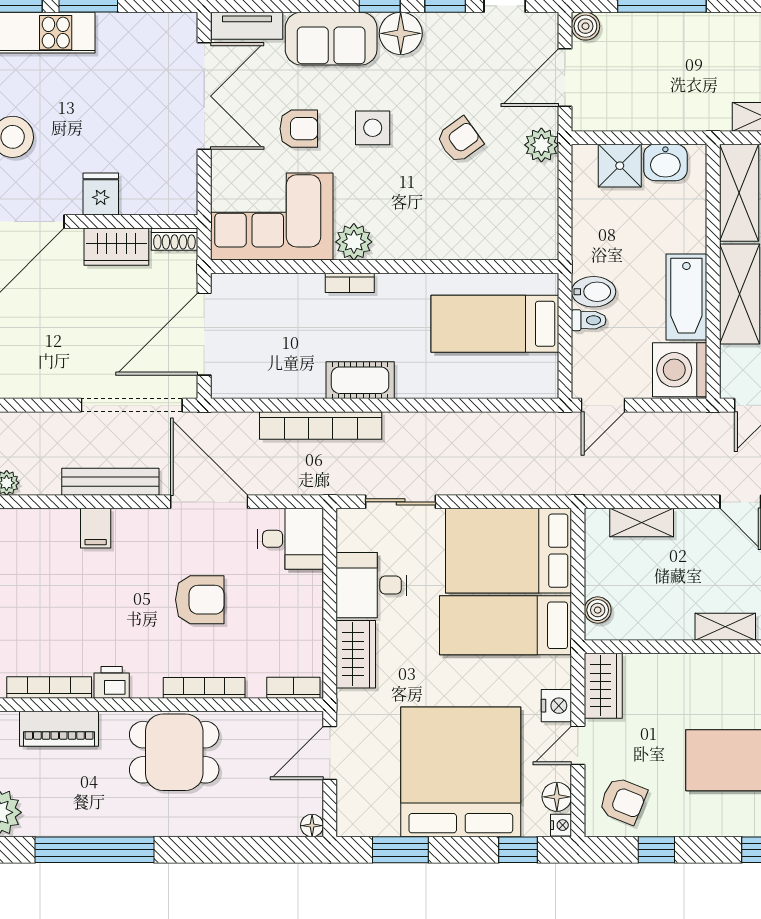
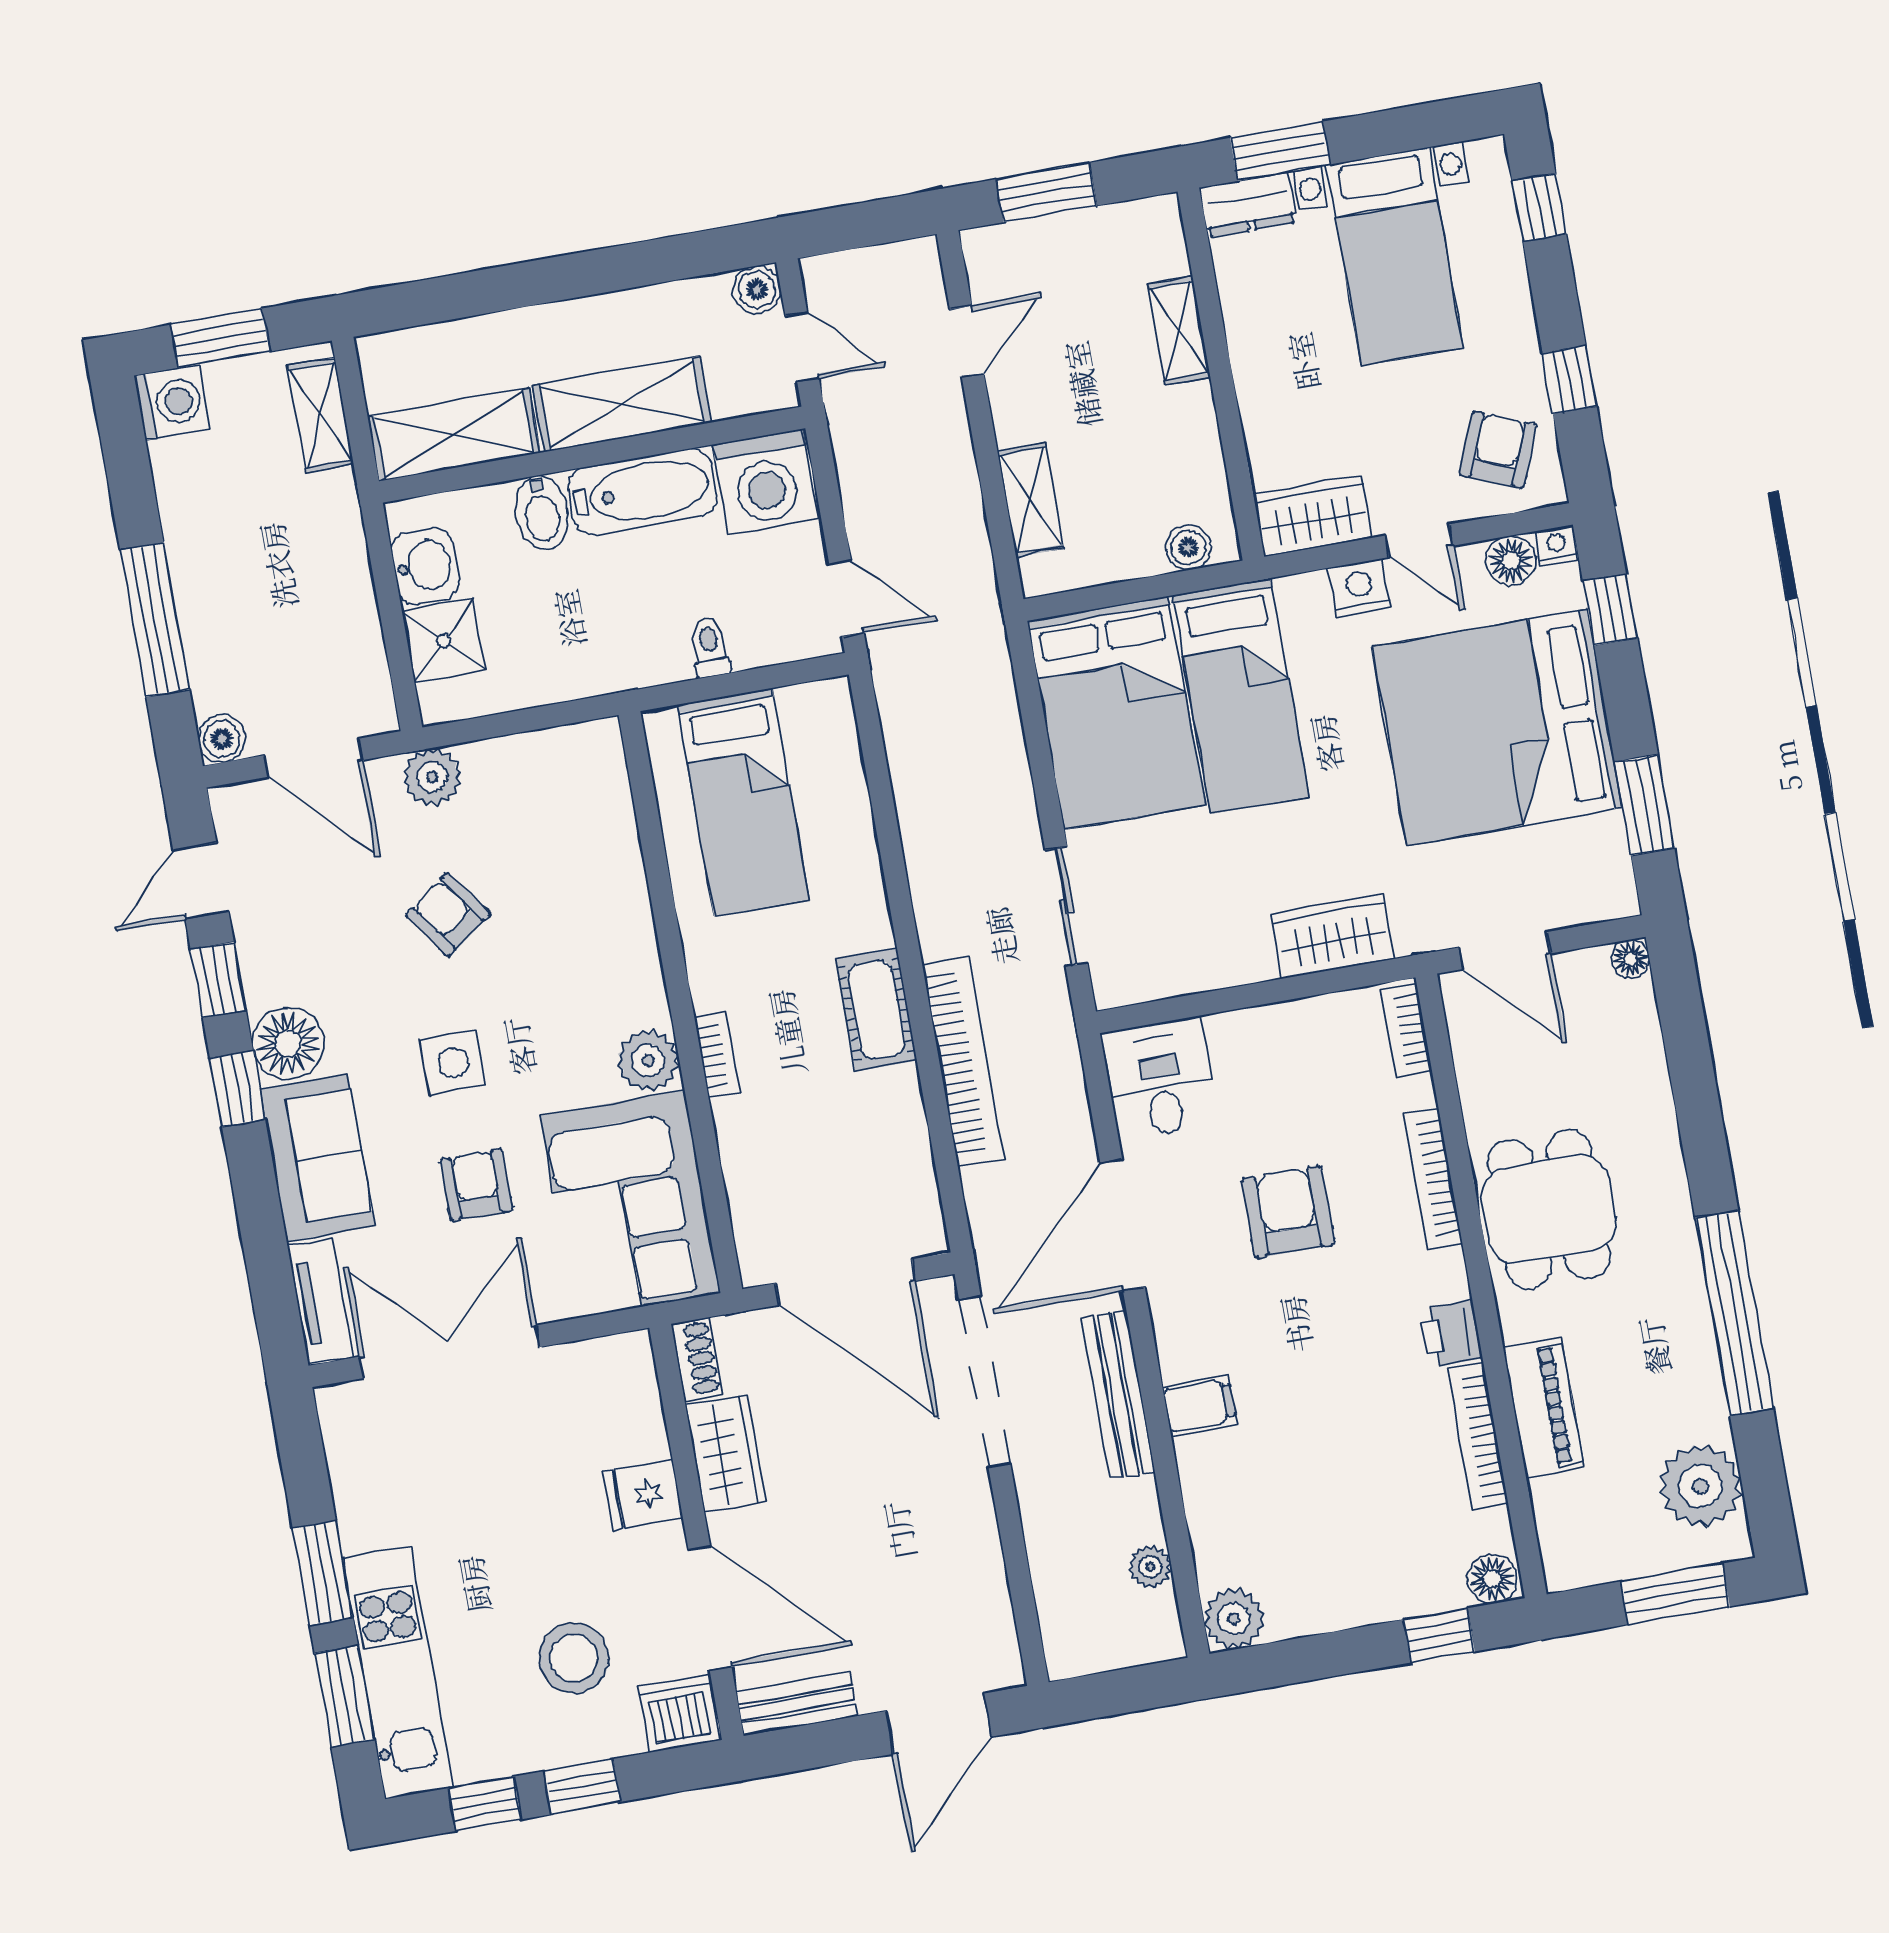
bidet: (594, 292) -> (542, 513), moved, turned 180
desk: (372, 585) -> (1213, 930), removed

